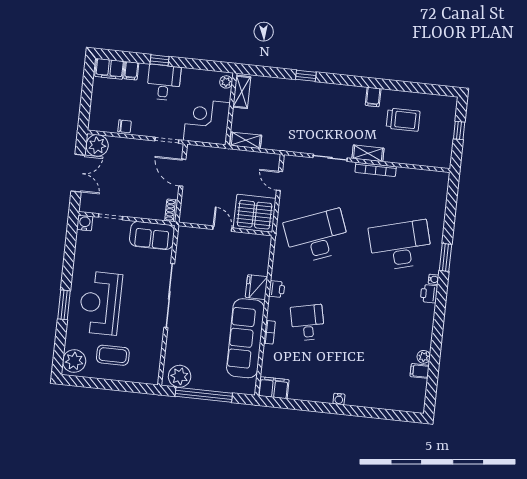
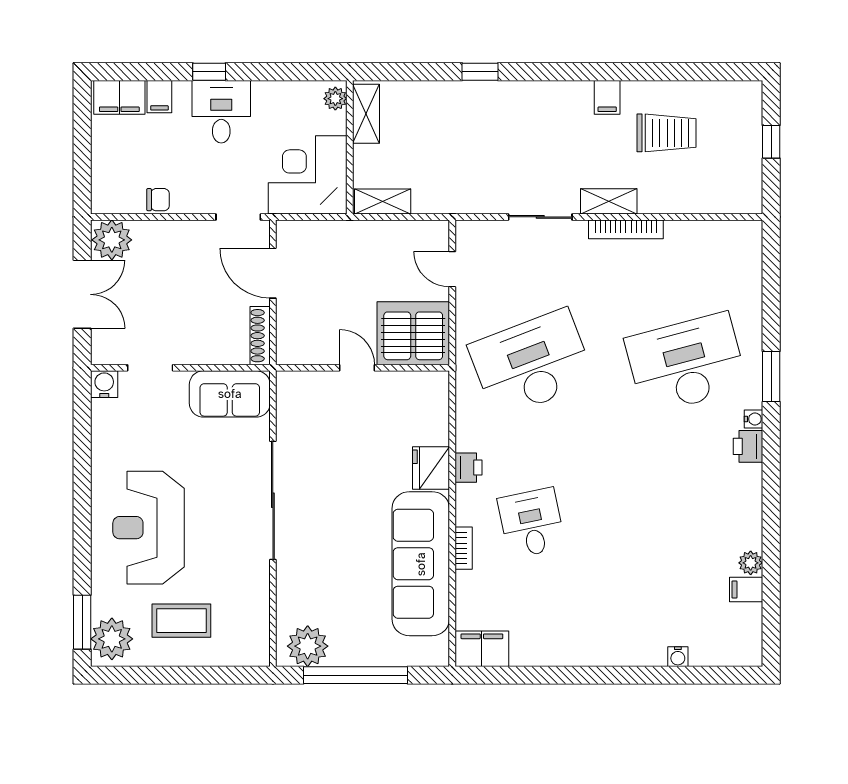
shoe rack: (171, 210) -> (260, 336), width x1.43
window: (64, 305) -> (82, 622), moved
water cooler: (339, 399) -> (678, 657), moved

